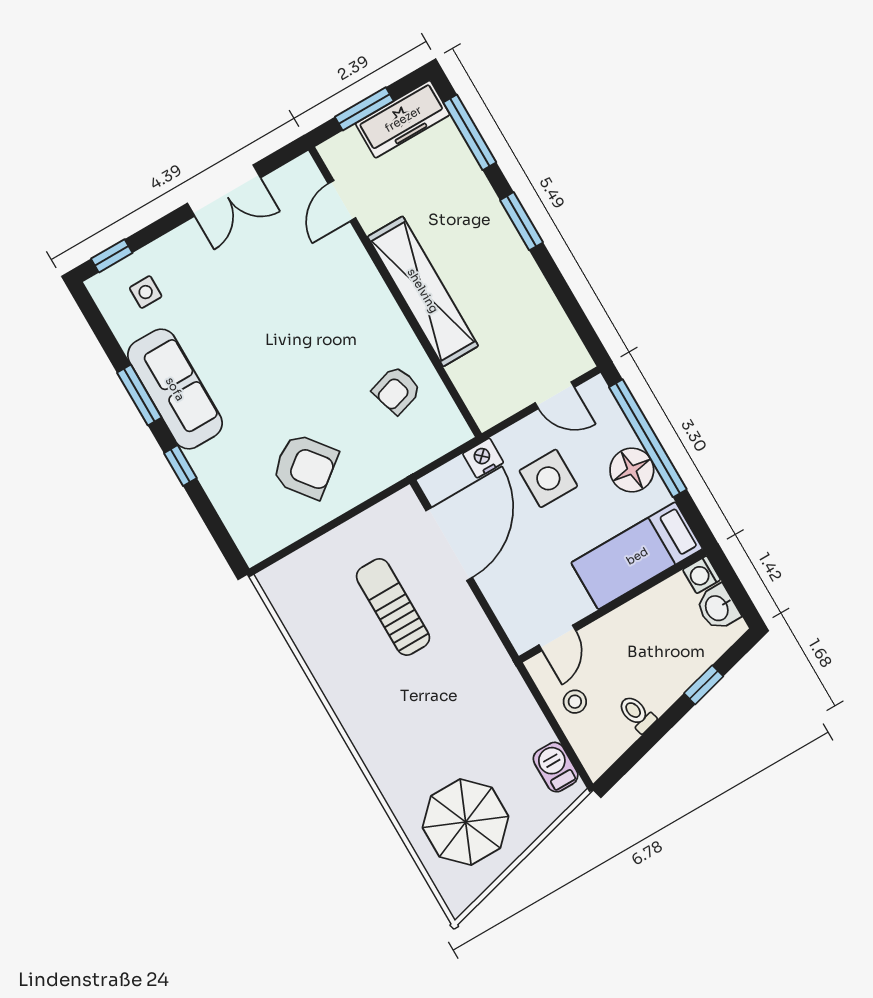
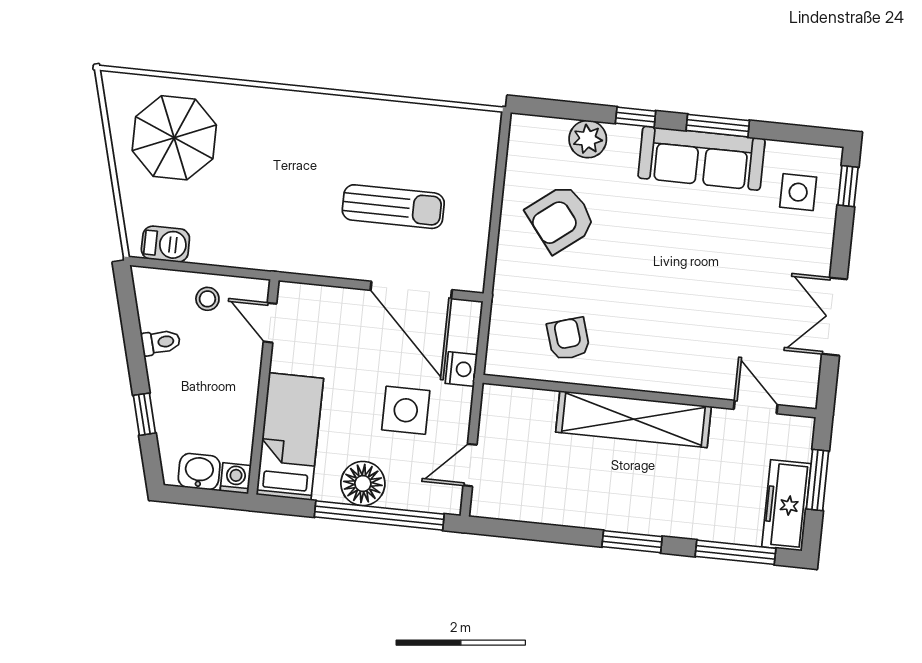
side table: (146, 292) -> (798, 192), width x1.37, depth x1.37
plant: (226, 491) -> (588, 139), added

